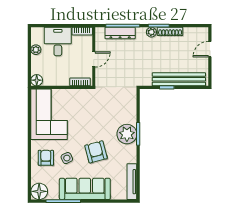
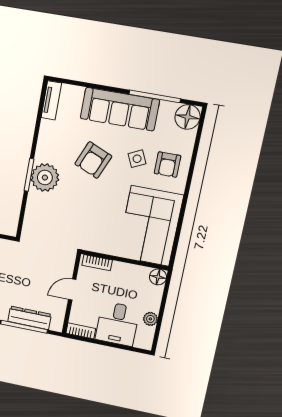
armchair: (96, 152) -> (93, 160), turned 38
tv unit: (132, 182) -> (51, 100), width x0.71

